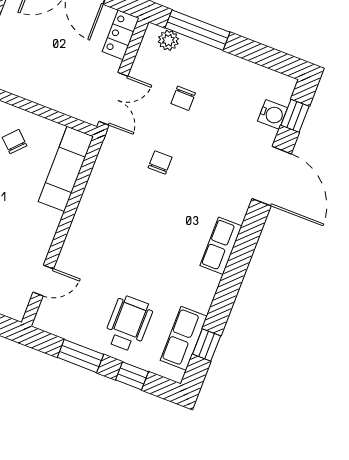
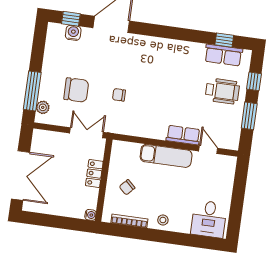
locker: (121, 35) -> (94, 174), moved, turned 90
chair: (183, 98) -> (76, 90), width x1.87, depth x1.87
exam couch: (66, 169) -> (166, 156), moved
row of seats: (221, 246) -> (183, 135), moved, turned 180
wheelchair: (128, 324) -> (222, 91), turned 180

